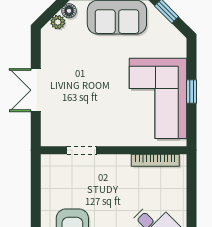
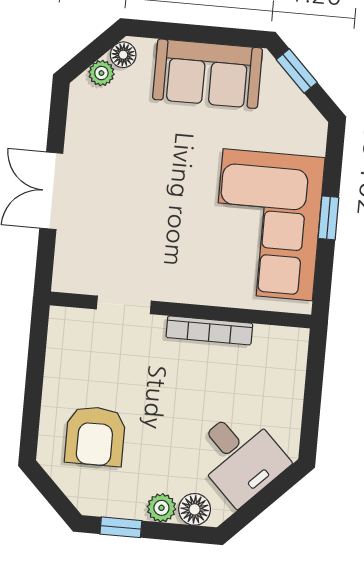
bookcase: (155, 160) -> (209, 330), moved

